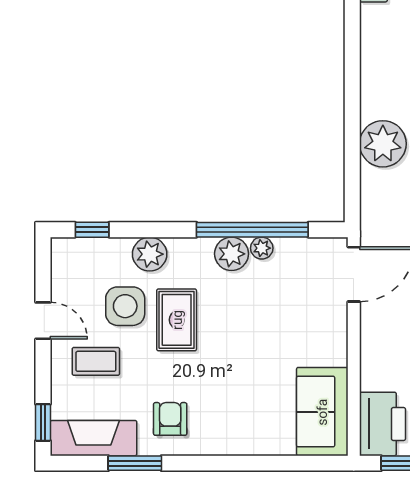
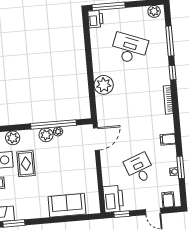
sofa: (322, 412) -> (67, 205), moved, turned 90
armchair: (170, 419) -> (27, 204), removed

